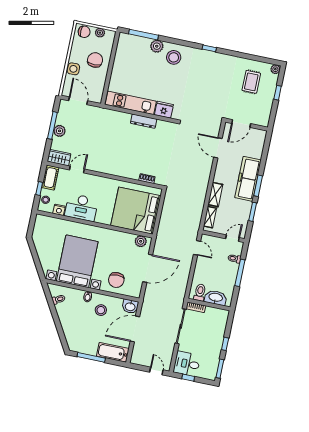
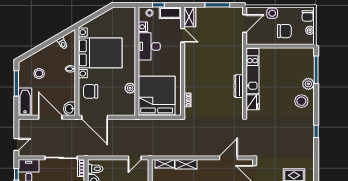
plant: (59, 131) -> (214, 12), removed
plant: (141, 241) -> (130, 88), moved
door: (148, 268) -> (95, 117), moved
stool: (101, 310) -> (39, 73), moved

